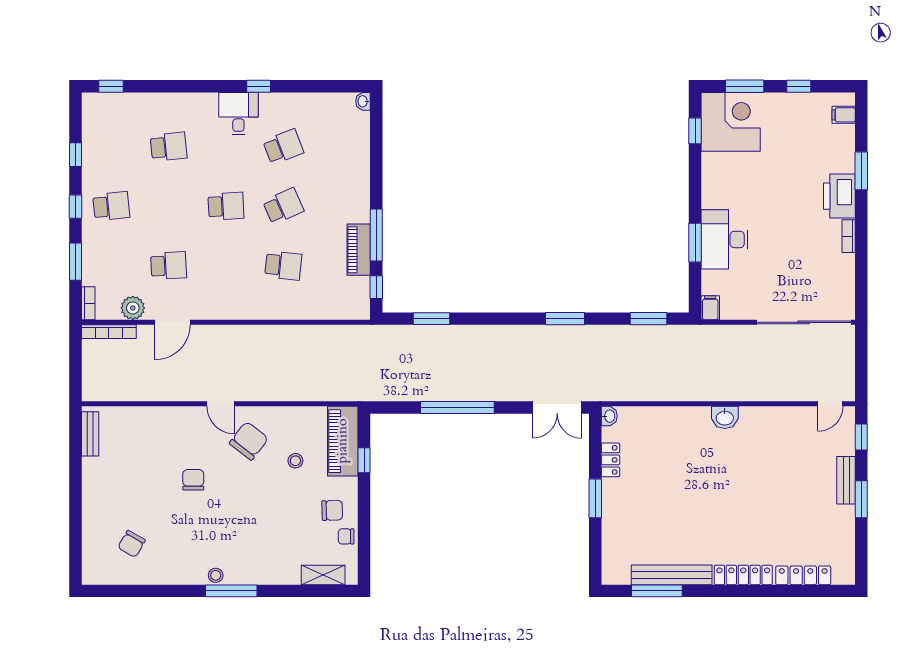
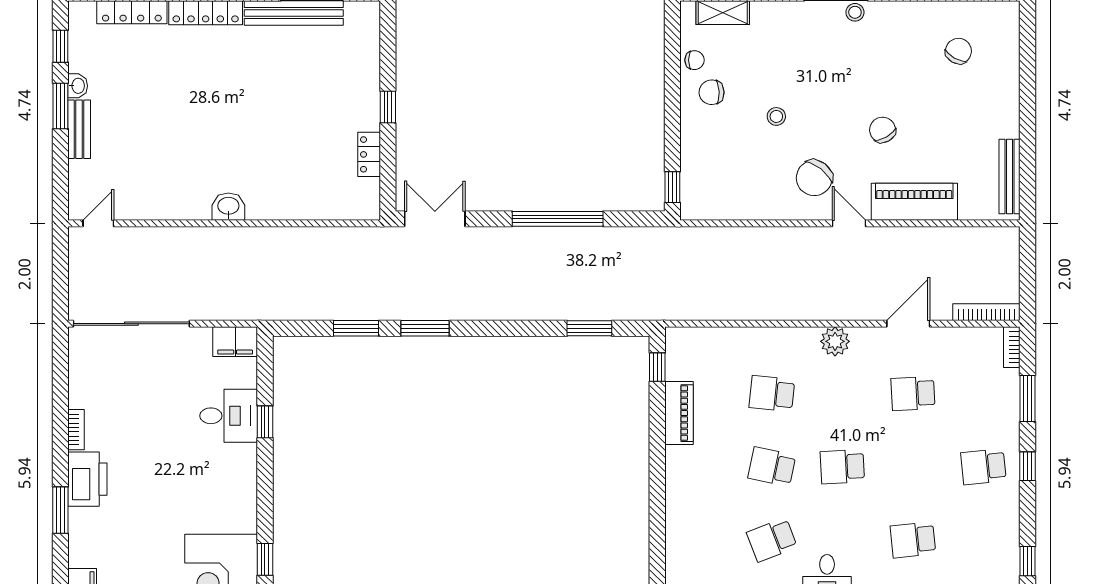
window: (76, 155) -> (1027, 561), moved
school desk: (283, 206) -> (772, 467), turned 36
window: (376, 235) -> (657, 431), removed
desk: (725, 239) -> (229, 416), width x0.73
window: (695, 243) -> (265, 422), width x0.67
plant: (133, 308) -> (835, 341), moved
filing cabinet: (710, 308) -> (235, 342), width x2.00
window: (649, 319) -> (356, 328), moved
washbasin: (609, 416) -> (78, 86), moved, turned 180
bench: (90, 434) -> (1010, 176), width x1.36
window: (861, 437) -> (60, 46), moved
piano: (343, 441) -> (914, 202), moved, turned -90
window: (364, 460) -> (672, 187), moved
stool: (295, 461) -> (776, 116), moved
chair: (193, 480) -> (883, 130), turned 150
window: (595, 498) -> (388, 107), width x0.67

